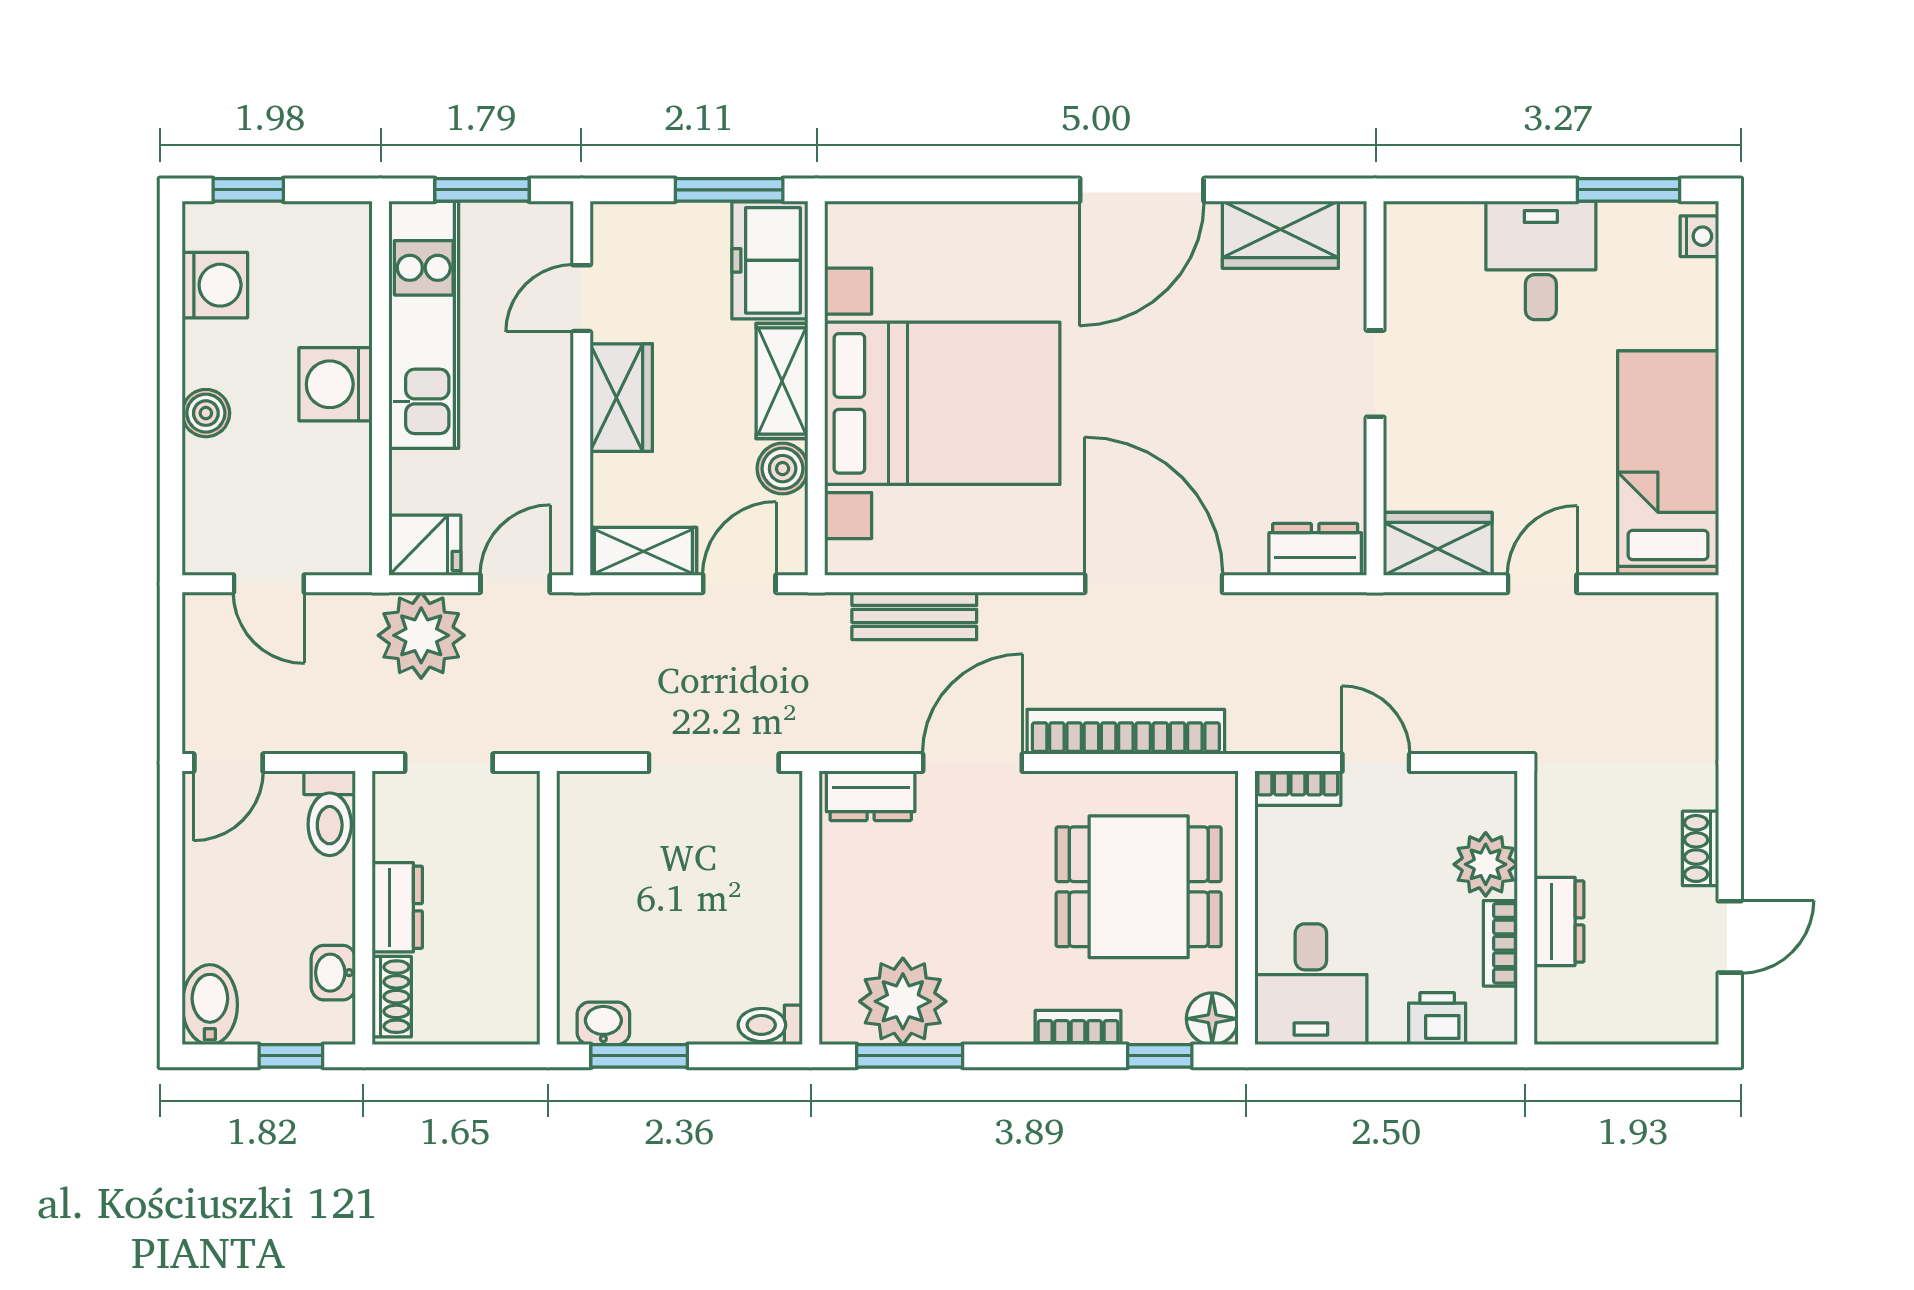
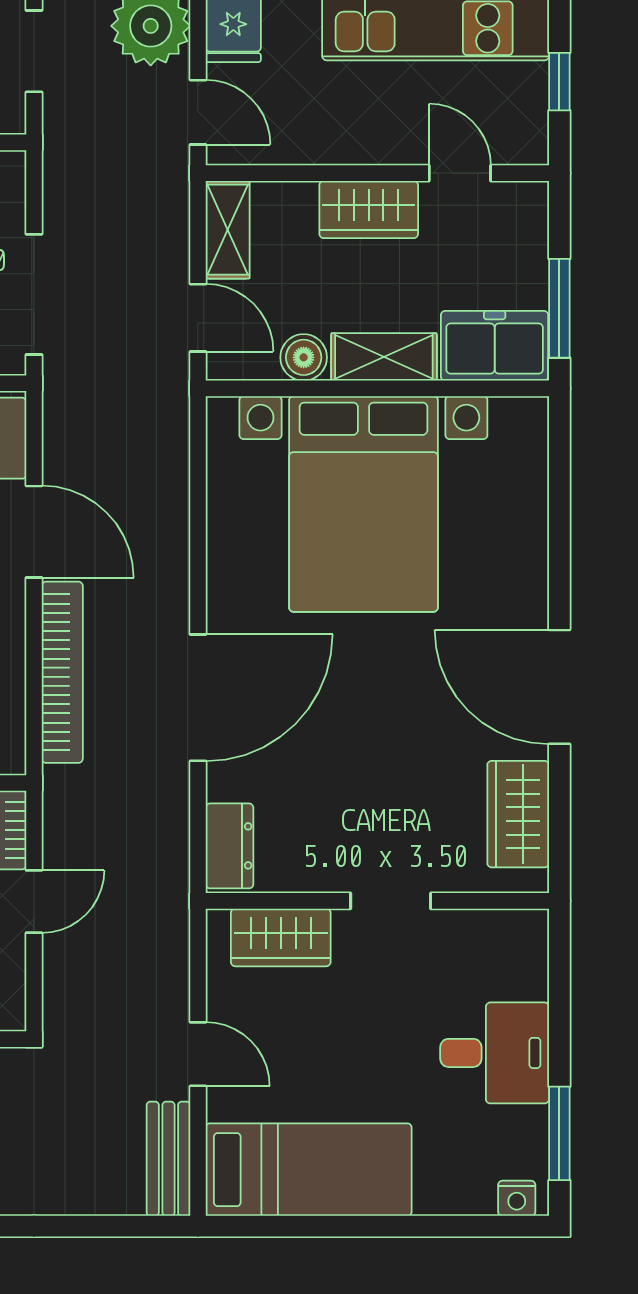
window: (482, 190) -> (559, 82), width x0.67
wardrobe: (1438, 544) -> (281, 937), moved, turned 90
bench: (914, 616) -> (168, 1159), moved

